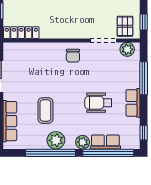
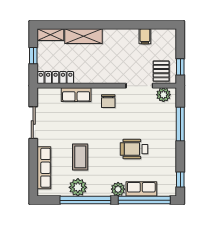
row of seats: (133, 103) -> (76, 95), moved, turned -90
plant: (56, 140) -> (78, 187), moved

